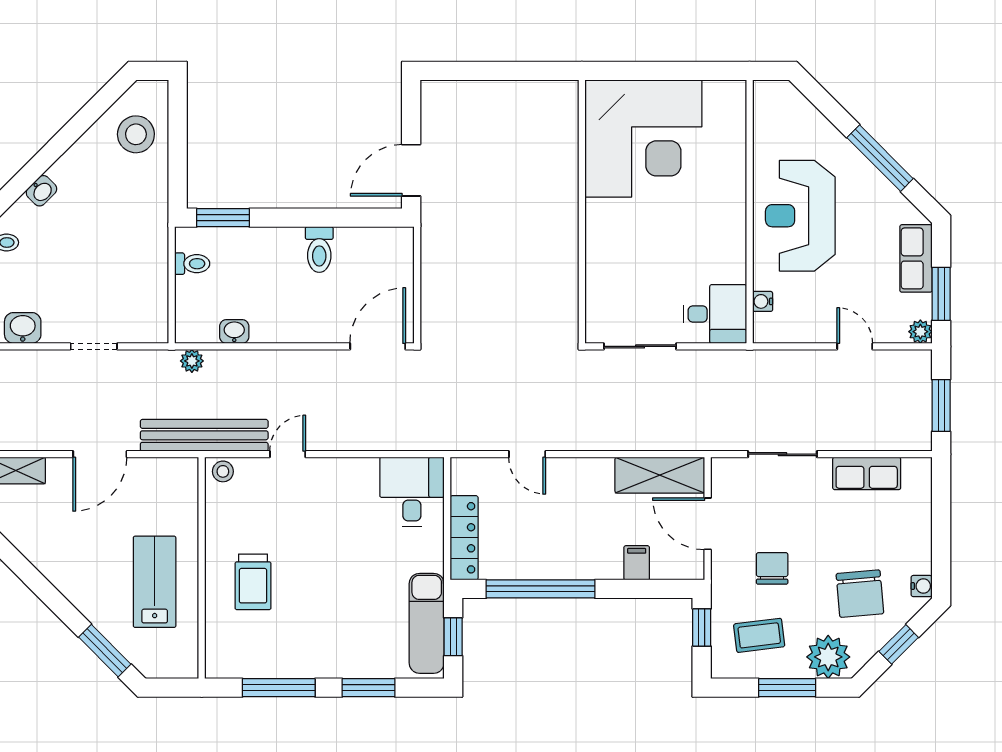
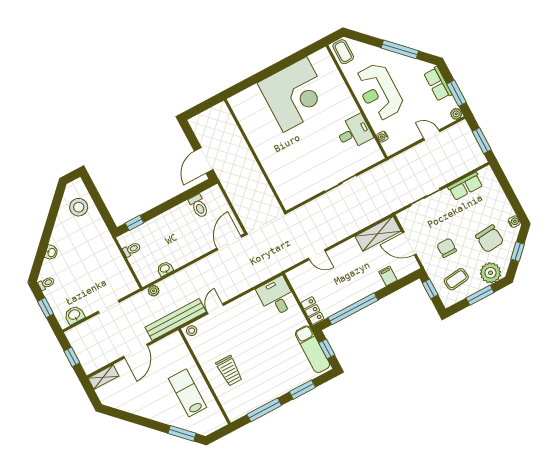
coffee table: (774, 107) -> (343, 52), added
wall: (582, 212) -> (255, 156), moved
window: (223, 218) -> (134, 223), width x0.67
toilet: (319, 250) -> (199, 206), moved
desk: (715, 314) -> (354, 132), moved
locker: (464, 538) -> (312, 311), width x0.66

